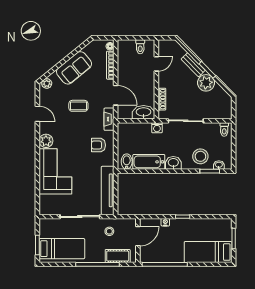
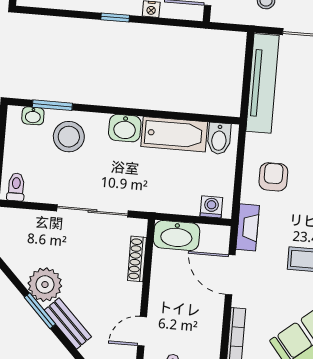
washing machine: (157, 128) -> (211, 207), moved
armchair: (98, 145) -> (273, 177), turned -90

